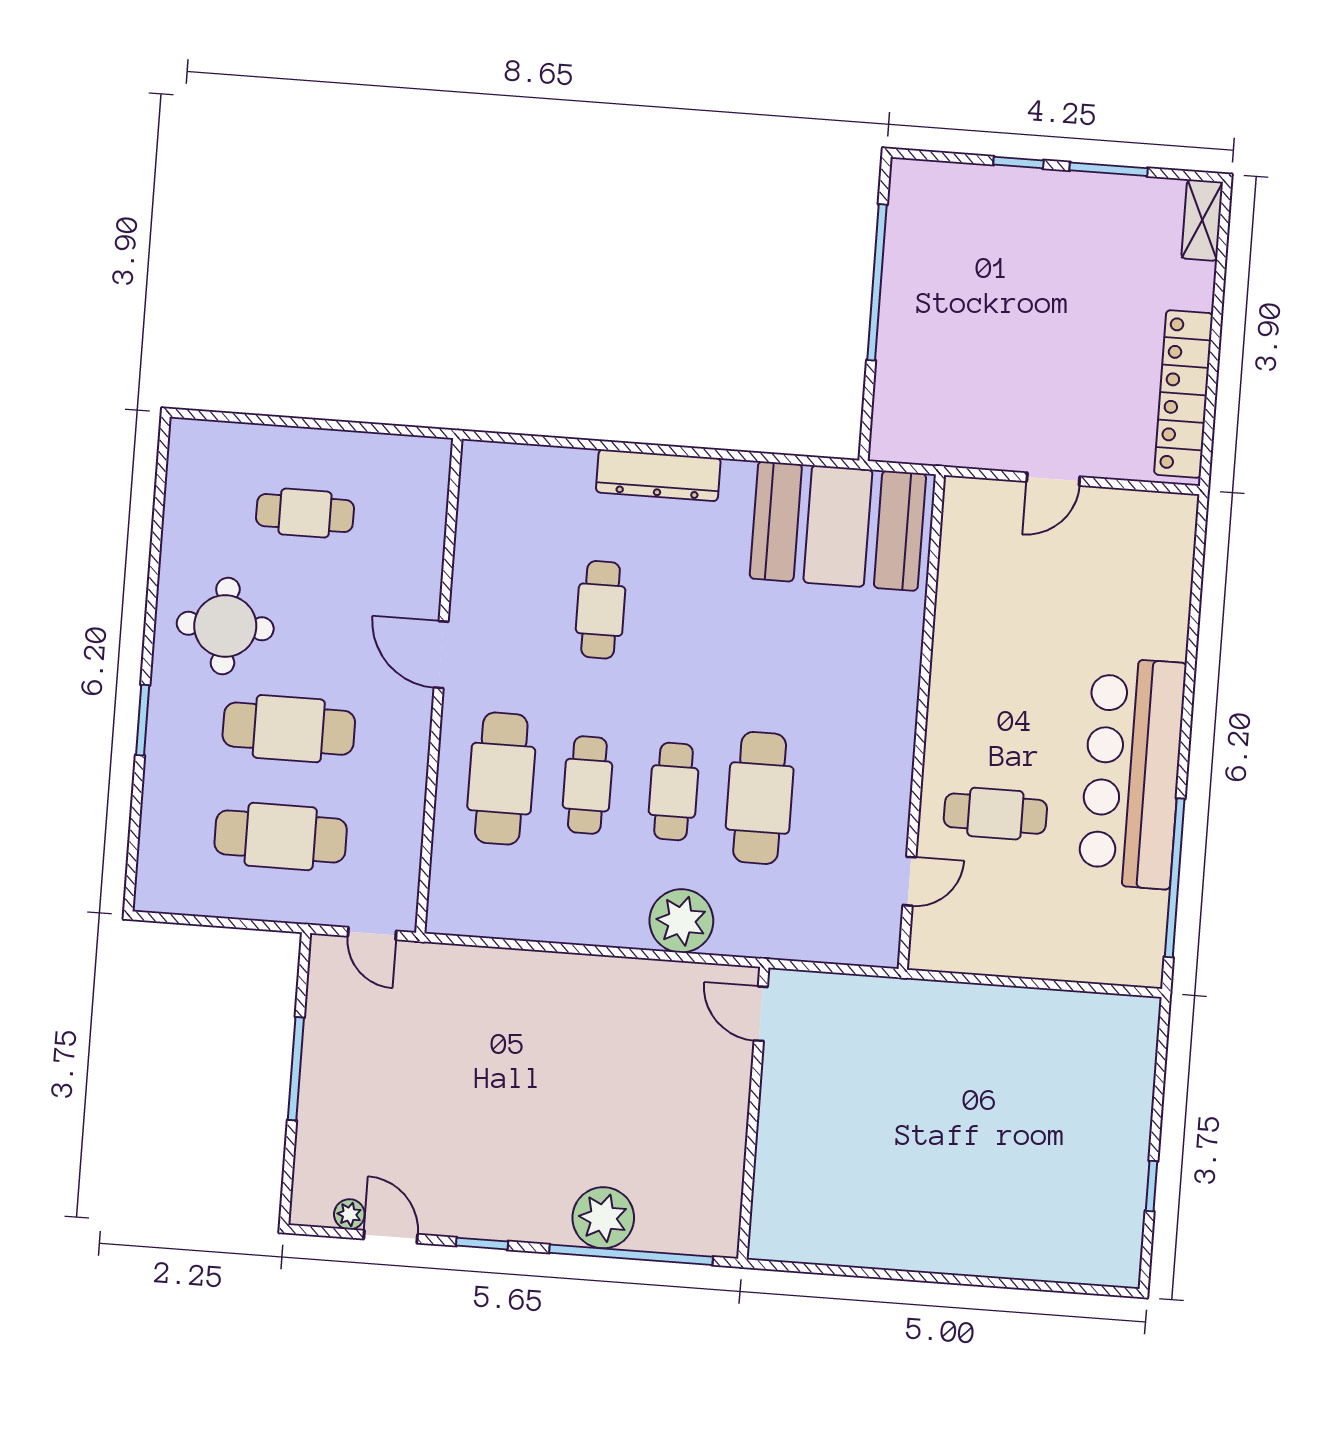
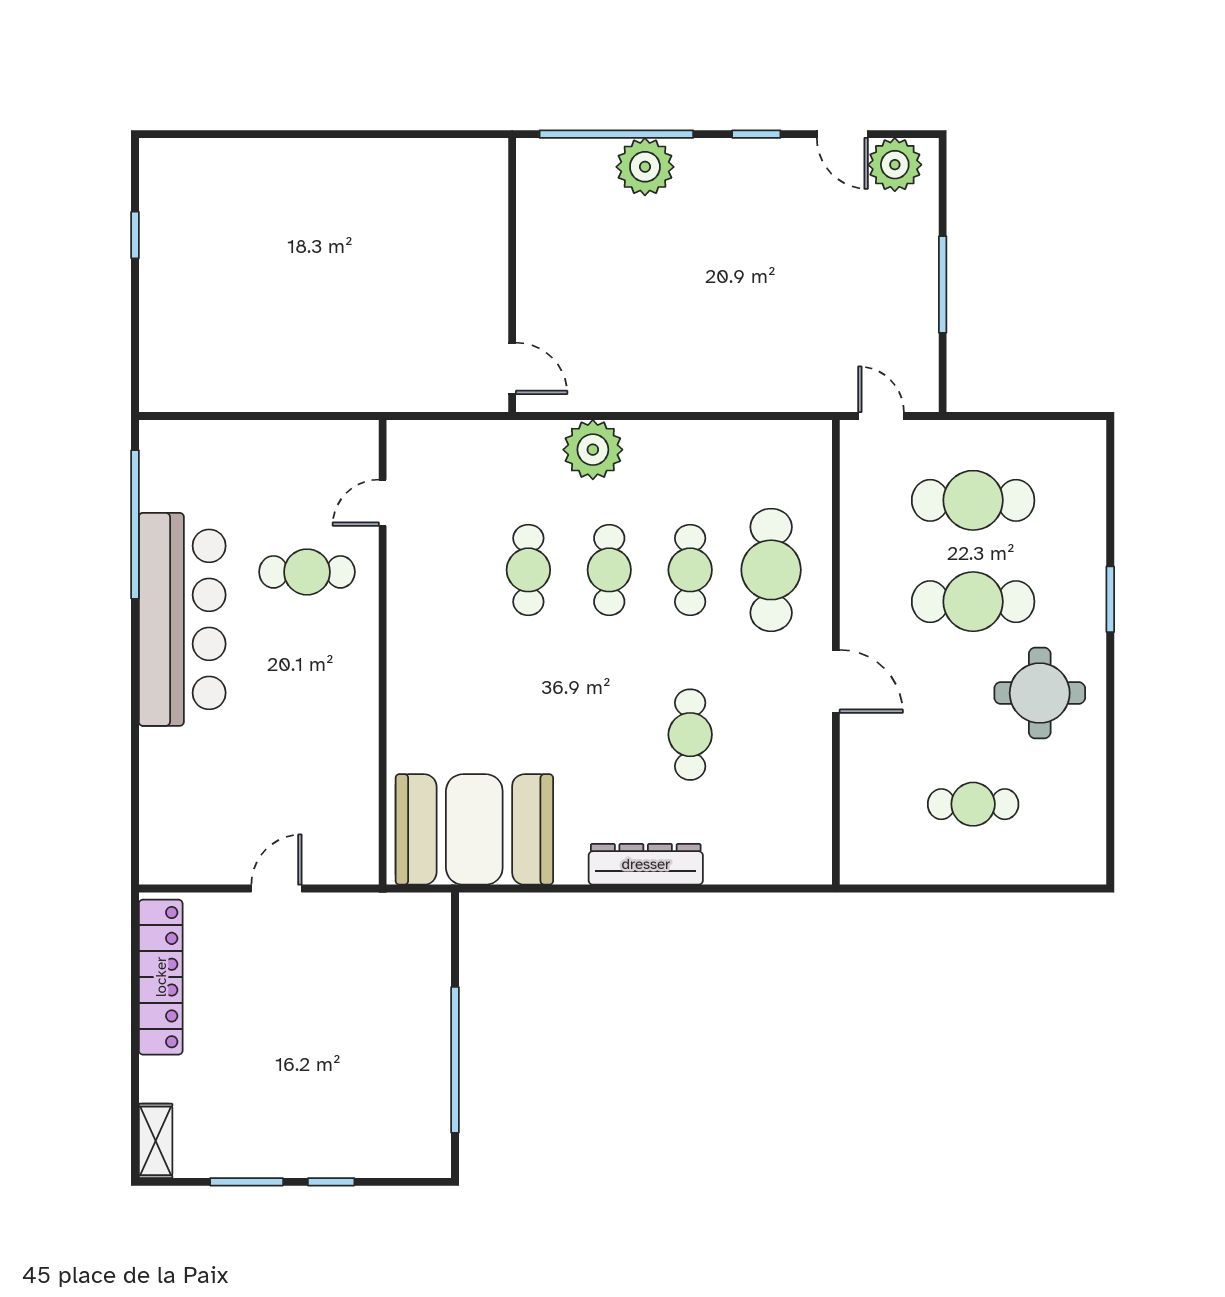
cafe table: (760, 798) -> (528, 570), width x0.73, depth x0.74
plant: (349, 1214) -> (895, 165), width x1.88, depth x1.88

